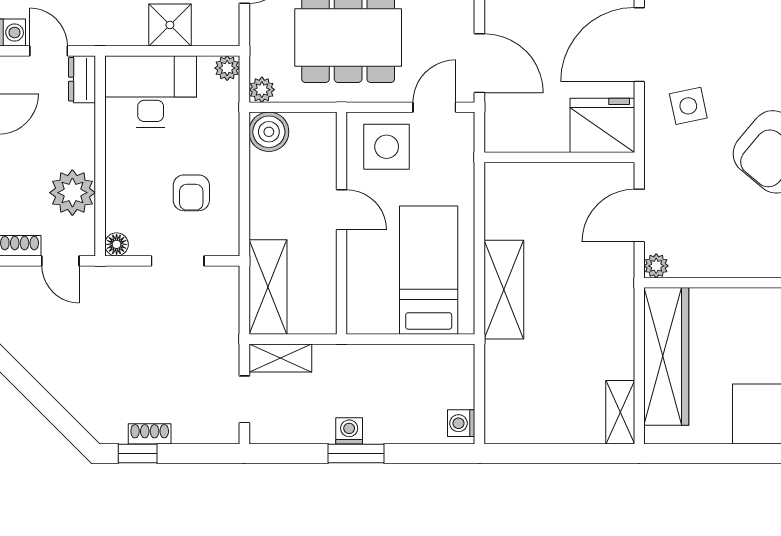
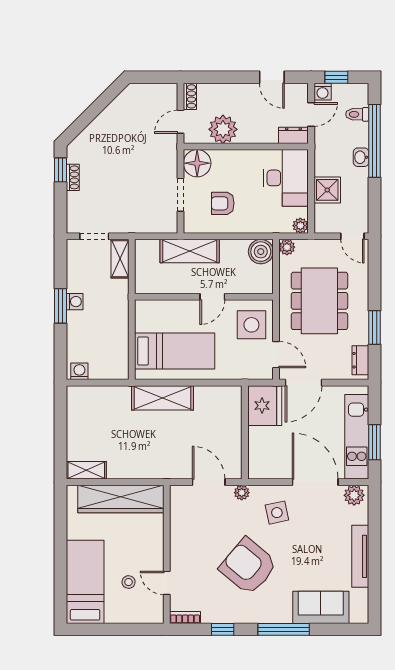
fridge: (602, 125) -> (265, 406), moved
floor lamp: (117, 244) -> (197, 163), width x1.89, depth x1.89
plant: (656, 266) -> (242, 493), moved
shelving: (268, 287) -> (190, 251), moved

